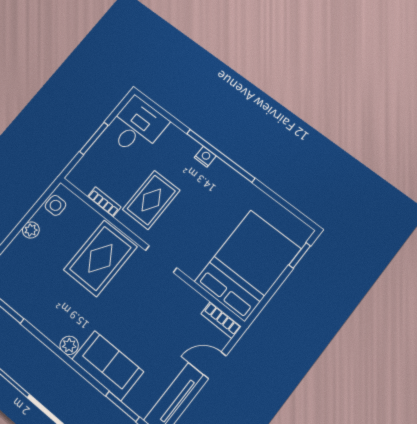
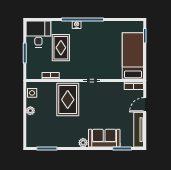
rug: (151, 200) -> (61, 48), moved
bed: (248, 265) -> (133, 56), width x0.67

